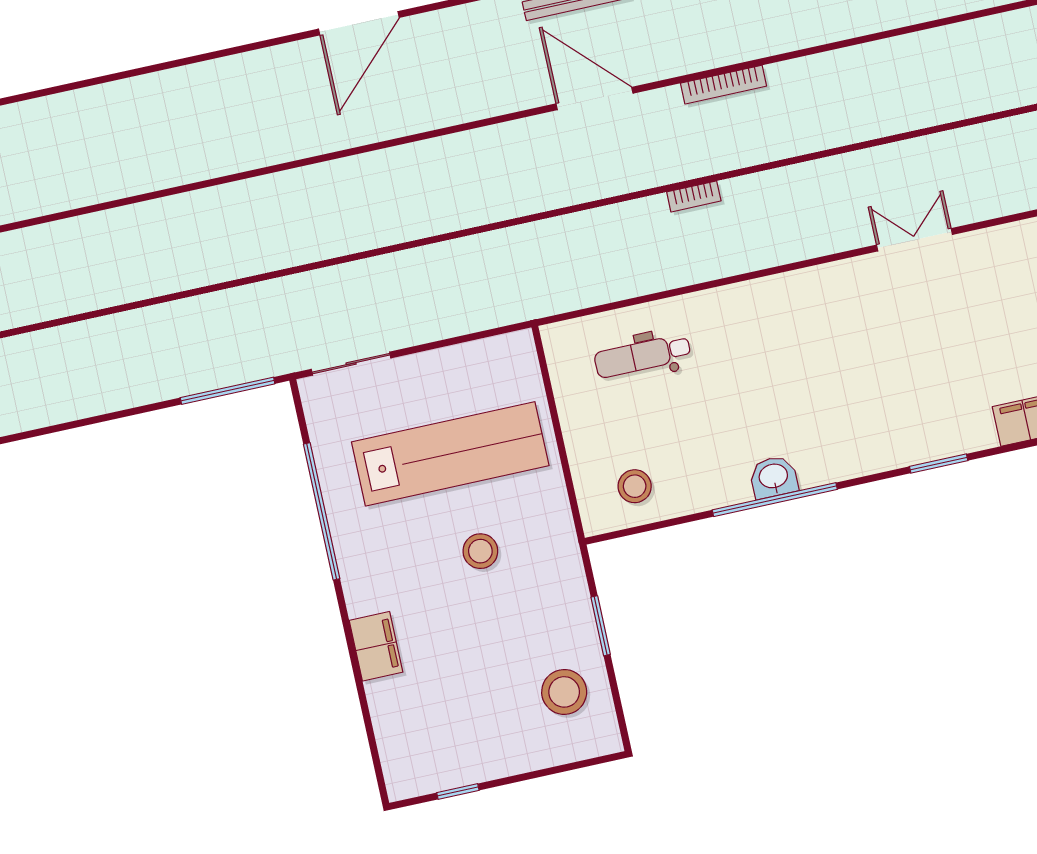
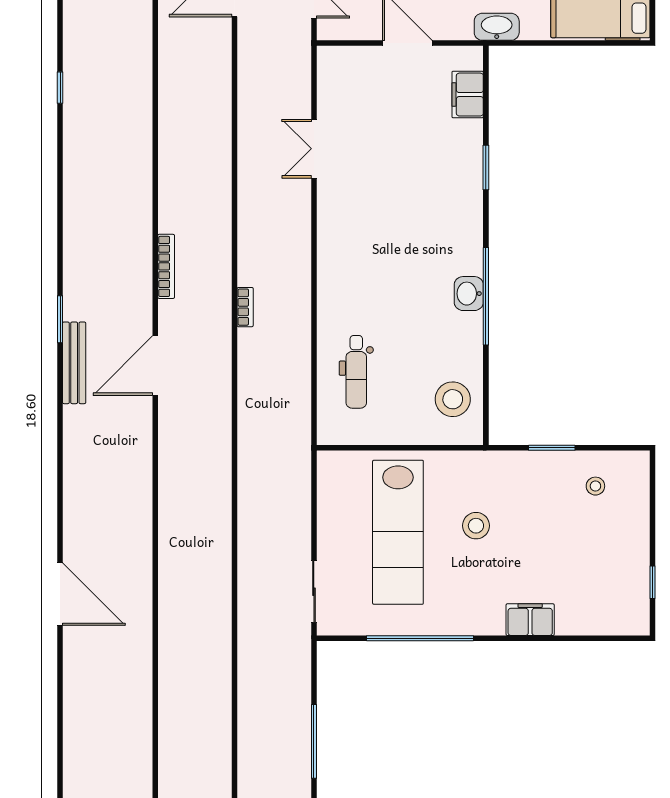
door: (359, 23) -> (60, 594), moved
window: (228, 391) -> (314, 741), moved
lab bench: (450, 454) -> (398, 532), turned 180
stool: (635, 486) -> (453, 399), width x1.38, depth x1.38
stool: (564, 692) -> (595, 486), width x0.53, depth x0.53

